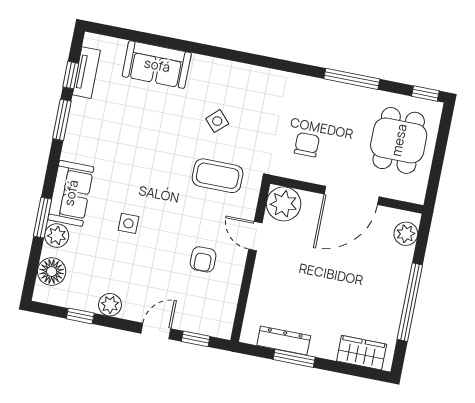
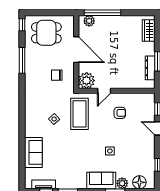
coffee table: (218, 176) -> (79, 114), width x1.36, depth x1.32
window: (410, 302) -> (102, 13), moved
plant: (110, 305) -> (149, 152), removed

